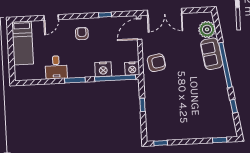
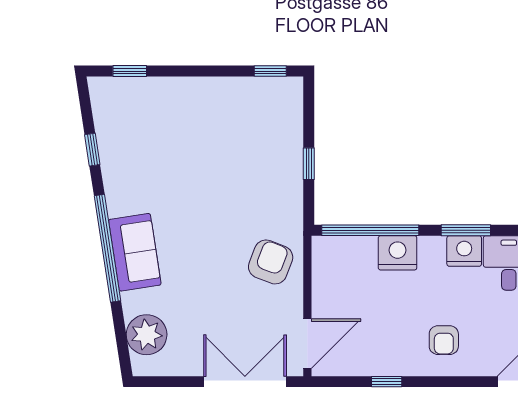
sofa: (212, 54) -> (135, 252), moved
armchair: (156, 63) -> (271, 262), turned 121
nightstand: (132, 69) -> (464, 251), moved

